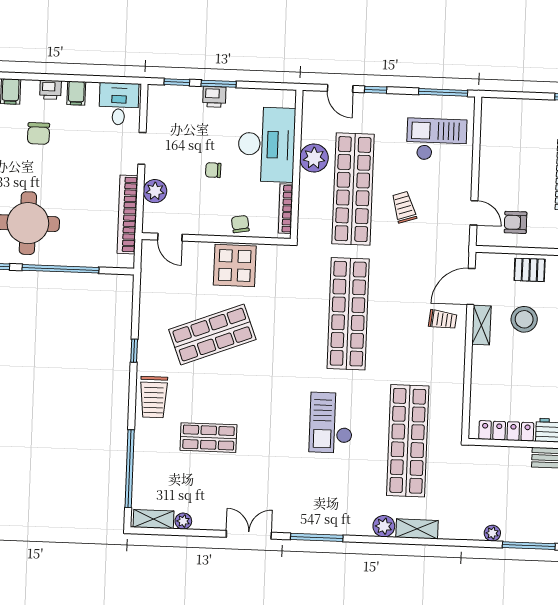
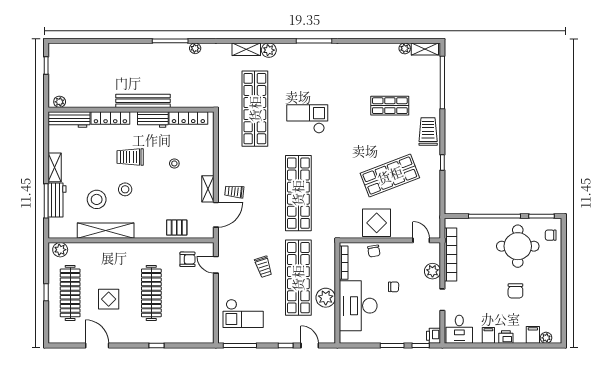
printer: (214, 97) -> (433, 336), moved, turned -90
chair: (39, 134) -> (515, 291), moved, turned 180
stool: (524, 319) -> (174, 163), moved, width x0.53, depth x0.53
checkout: (331, 423) -> (307, 119), turned -90
double door: (249, 535) -> (360, 41), removed

